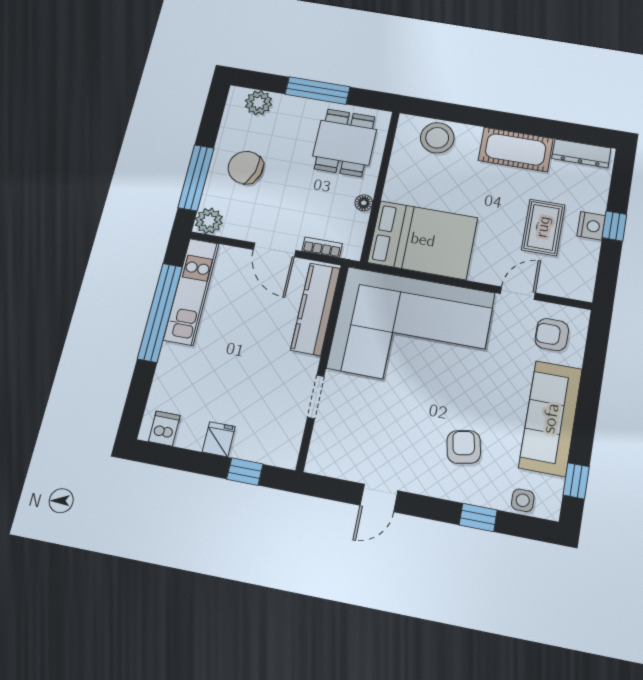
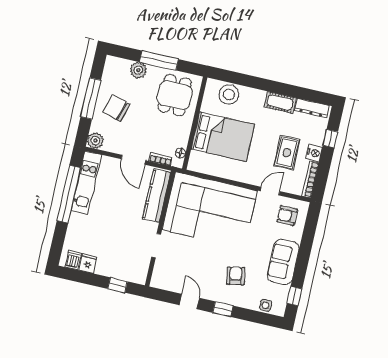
plant: (259, 103) -> (138, 70), moved
cot: (516, 149) -> (280, 102), width x0.73, depth x0.75
window: (196, 178) -> (91, 98), moved
floor lamp: (364, 203) -> (180, 153), moved
window: (614, 226) -> (330, 139), moved
bed: (423, 240) -> (223, 137), moved
bookcase: (589, 271) -> (310, 180), added
sofa: (551, 418) -> (283, 262), width x0.73
fridge: (219, 439) -> (88, 264), moved
door: (379, 498) -> (189, 302), swing flipped
window: (478, 518) -> (223, 309), moved

